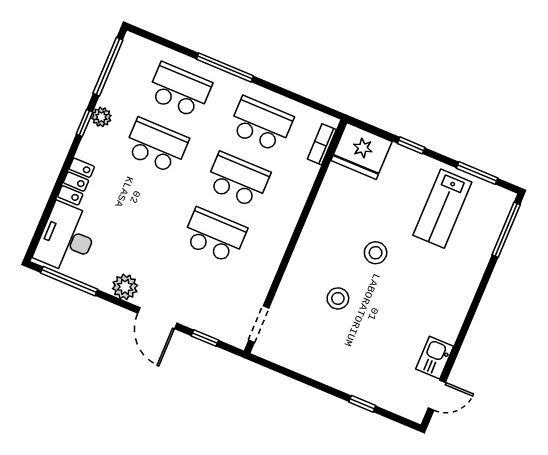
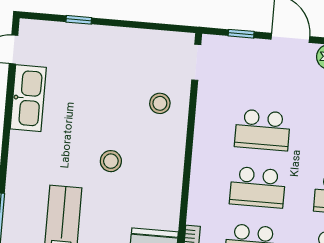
stool: (338, 298) -> (160, 103), moved
kitchen sink: (435, 358) -> (28, 98), width x1.87, depth x1.24

